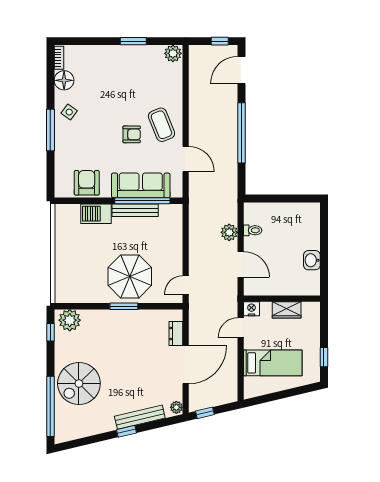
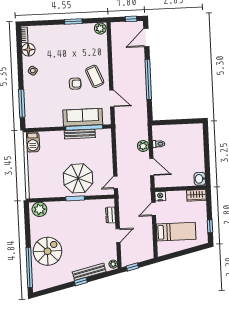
window: (50, 130) -> (22, 103), moved
armchair: (87, 183) -> (47, 117), removed
barbecue: (96, 214) -> (33, 142), moved, turned -90
washbasin: (312, 260) -> (200, 179), moved
wardrobe: (287, 310) -> (196, 195), moved
window: (50, 332) -> (27, 218), removed
door: (186, 365) -> (118, 236), width x0.53
spiral stairs: (79, 383) -> (48, 251), turned 180

